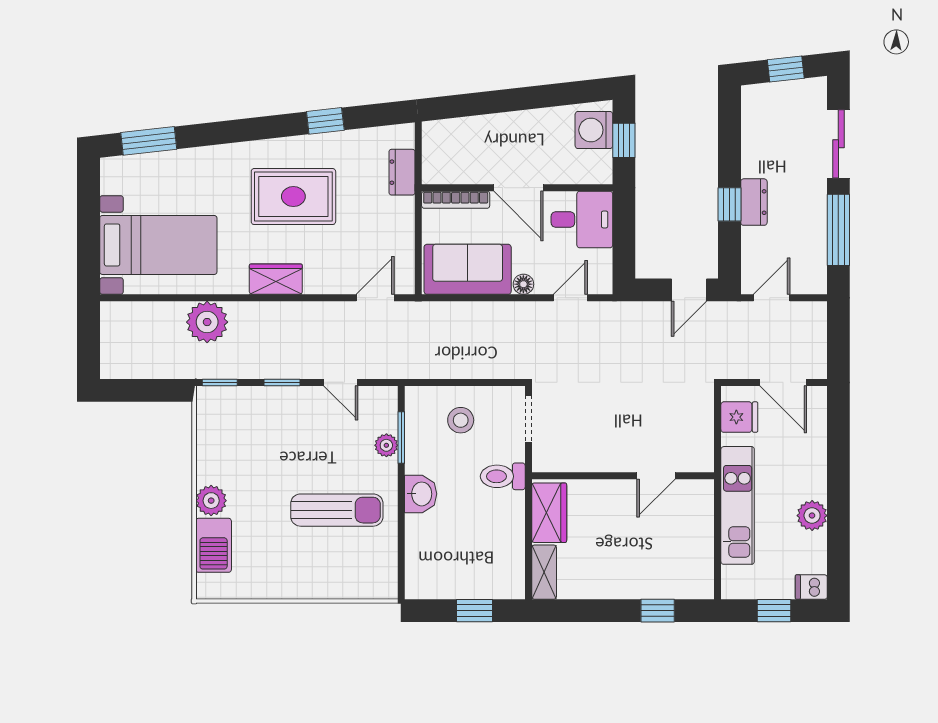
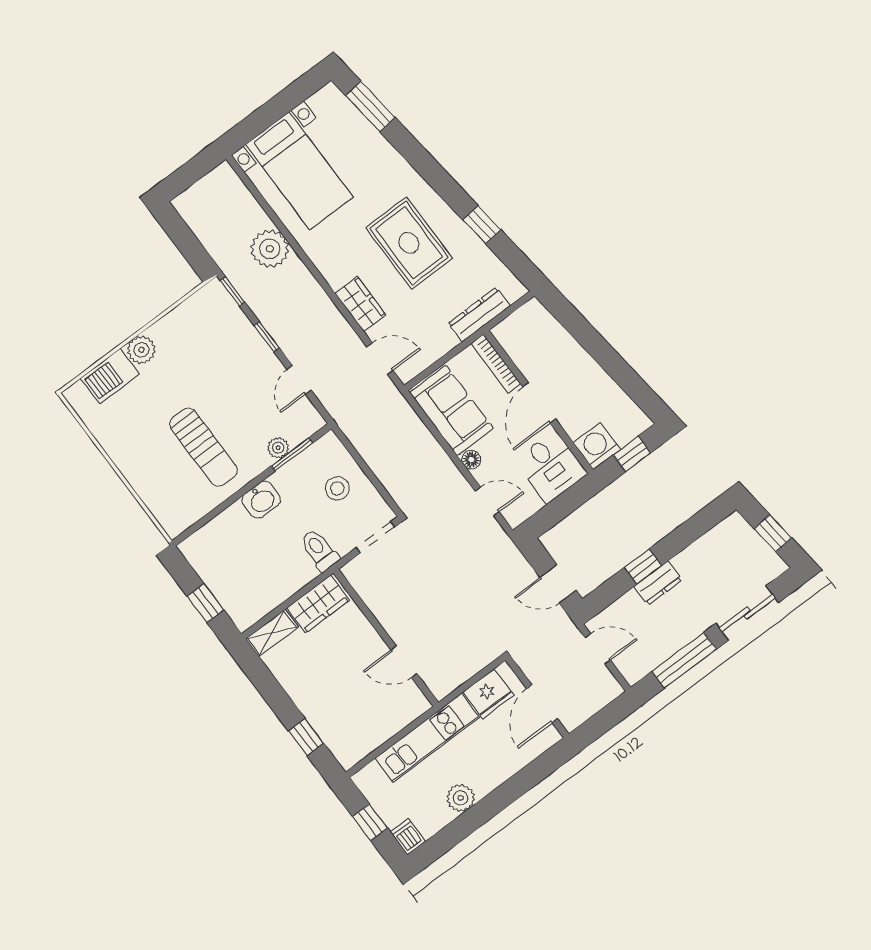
washing machine: (594, 130) -> (597, 446), moved
dresser: (402, 172) -> (479, 315), width x1.44
wardrobe: (276, 279) -> (360, 304), moved
fridge: (739, 417) -> (488, 694), width x1.38

